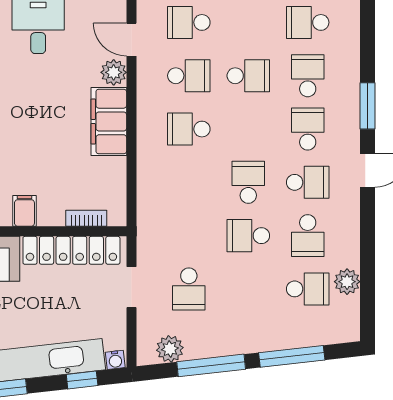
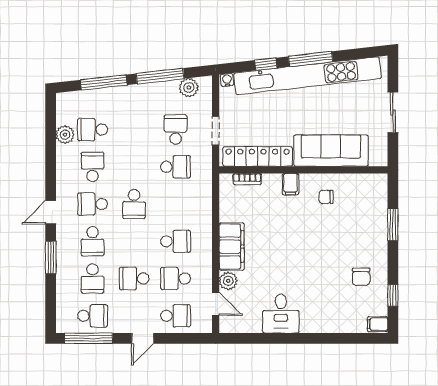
school desk: (248, 236) -> (176, 167), moved
window: (82, 380) -> (266, 64), moved

